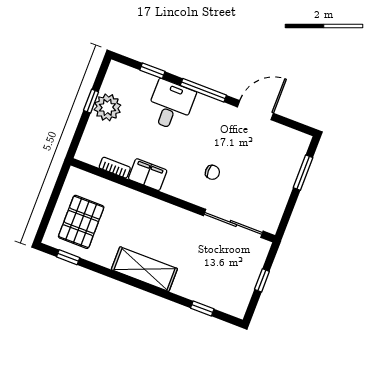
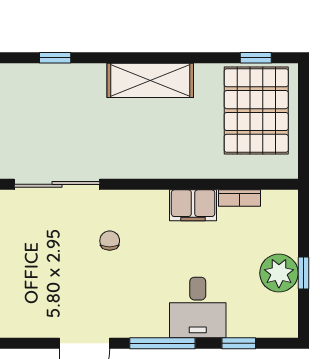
chair: (212, 172) -> (110, 241), turned 90
pallet: (81, 222) -> (256, 111), width x1.37, depth x1.41

